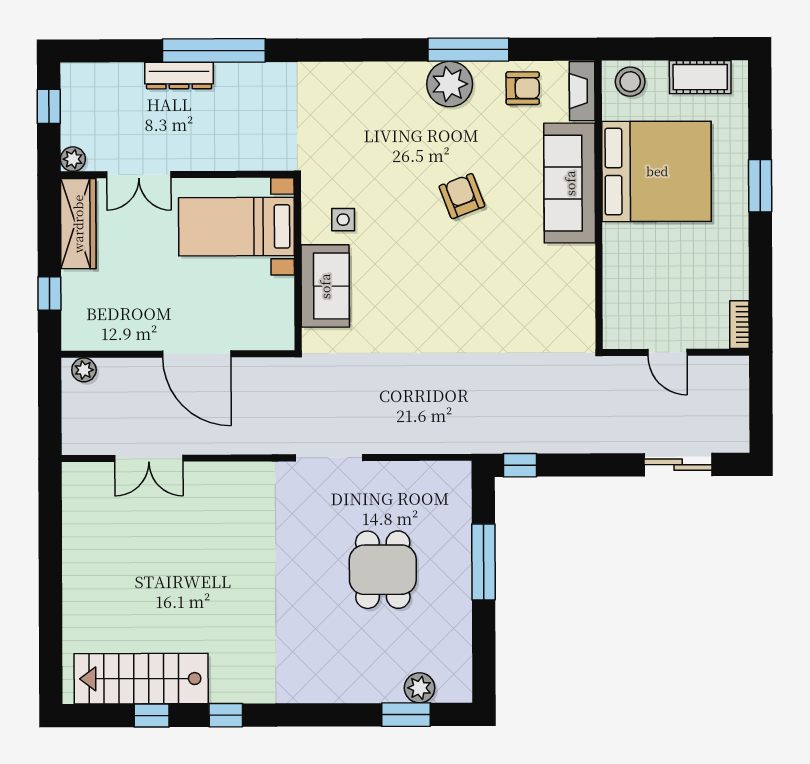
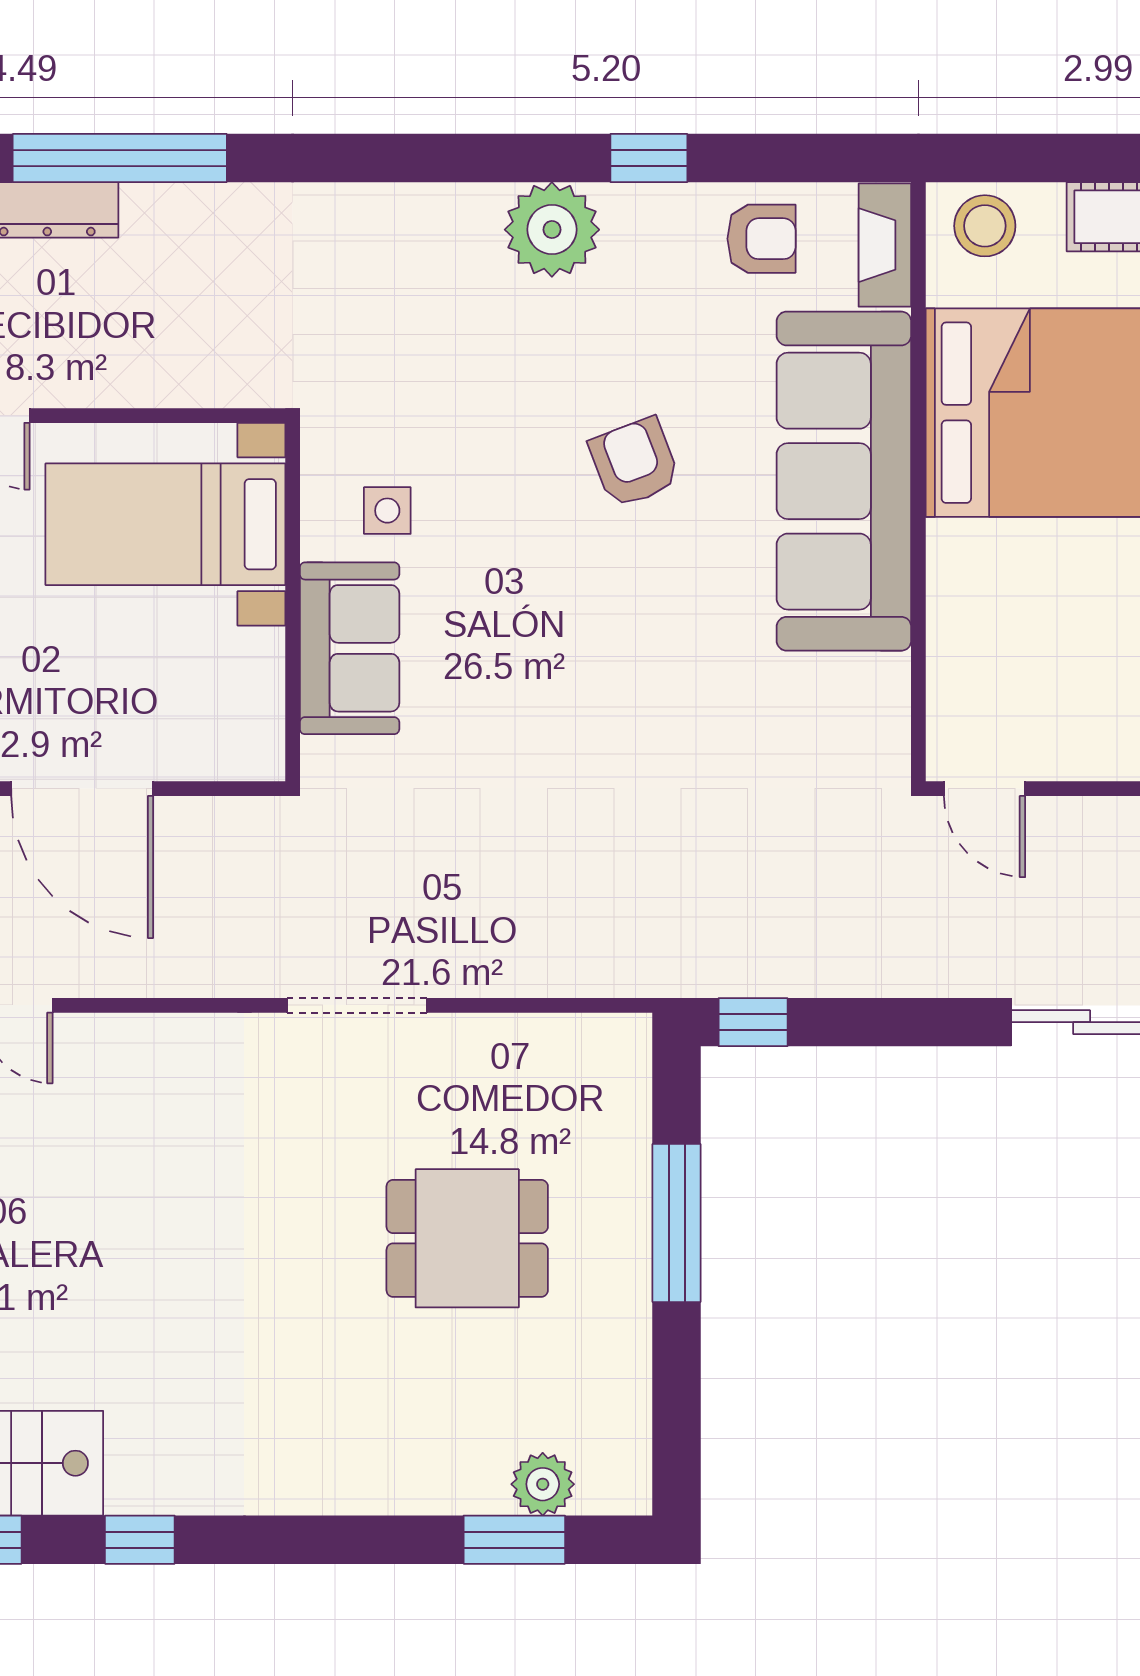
window: (468, 50) -> (649, 158), width x0.46
plant: (450, 84) -> (552, 230), moved
sofa: (570, 183) -> (844, 481), width x1.36, depth x1.27
door: (667, 352) -> (984, 789), moved
dining table: (383, 570) -> (467, 1238), turned 90

